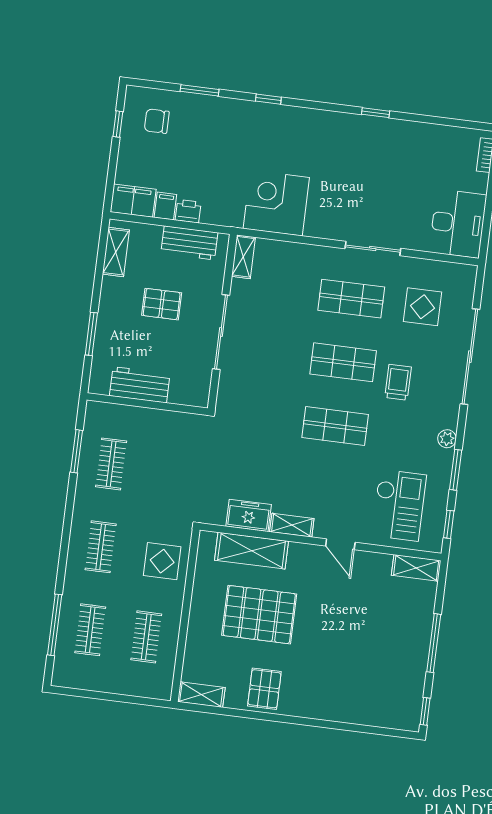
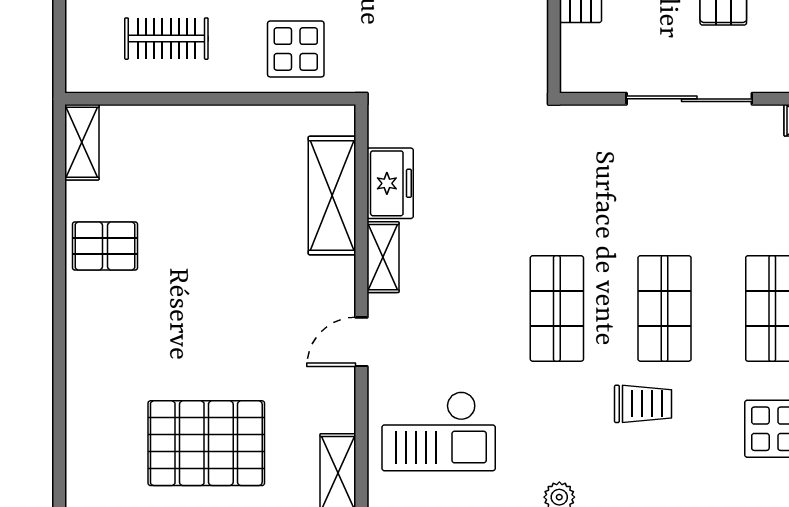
pallet: (259, 615) -> (206, 443), moved, turned 90

